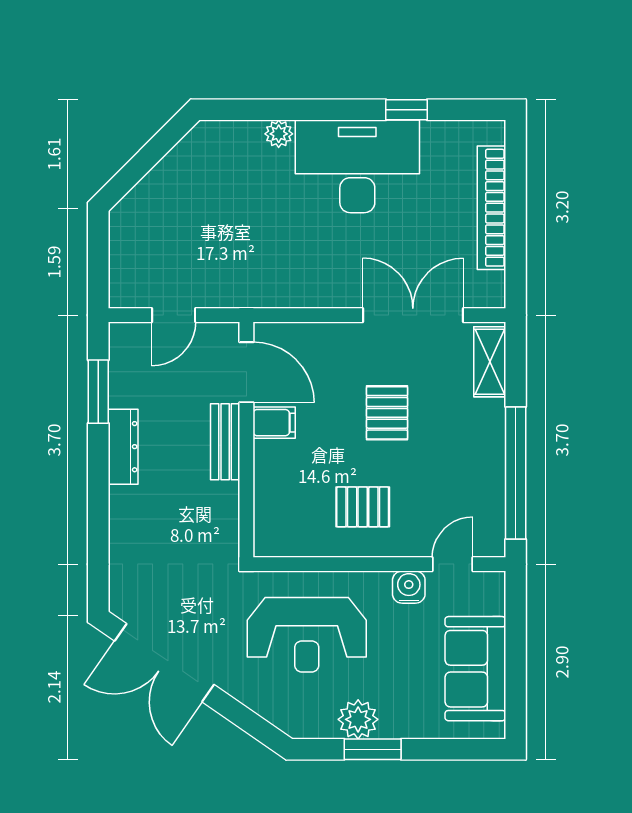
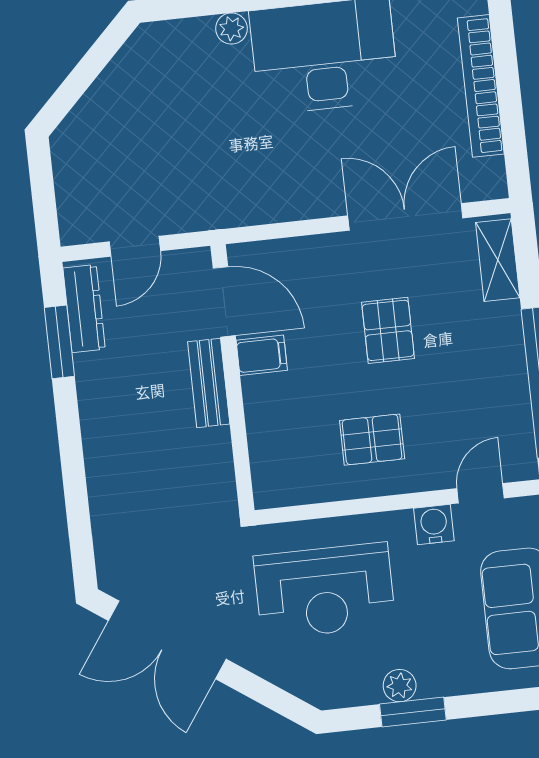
dresser: (123, 447) -> (84, 308), moved
plant: (358, 719) -> (400, 686), width x0.73, depth x0.73

